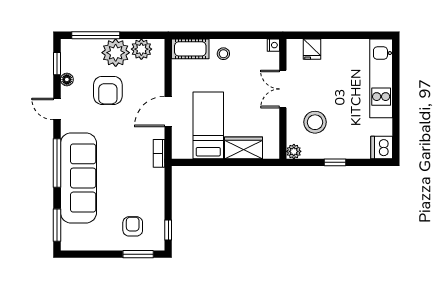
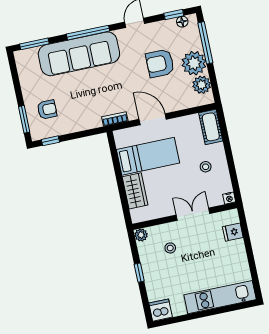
stool: (223, 54) -> (206, 167), moved
floor lamp: (67, 80) -> (182, 22), moved
stool: (315, 122) -> (170, 248), width x0.53, depth x0.53

